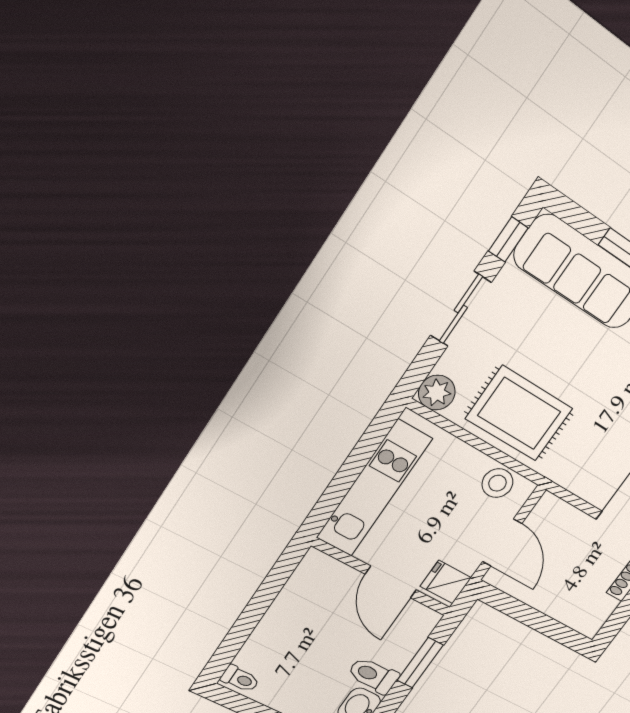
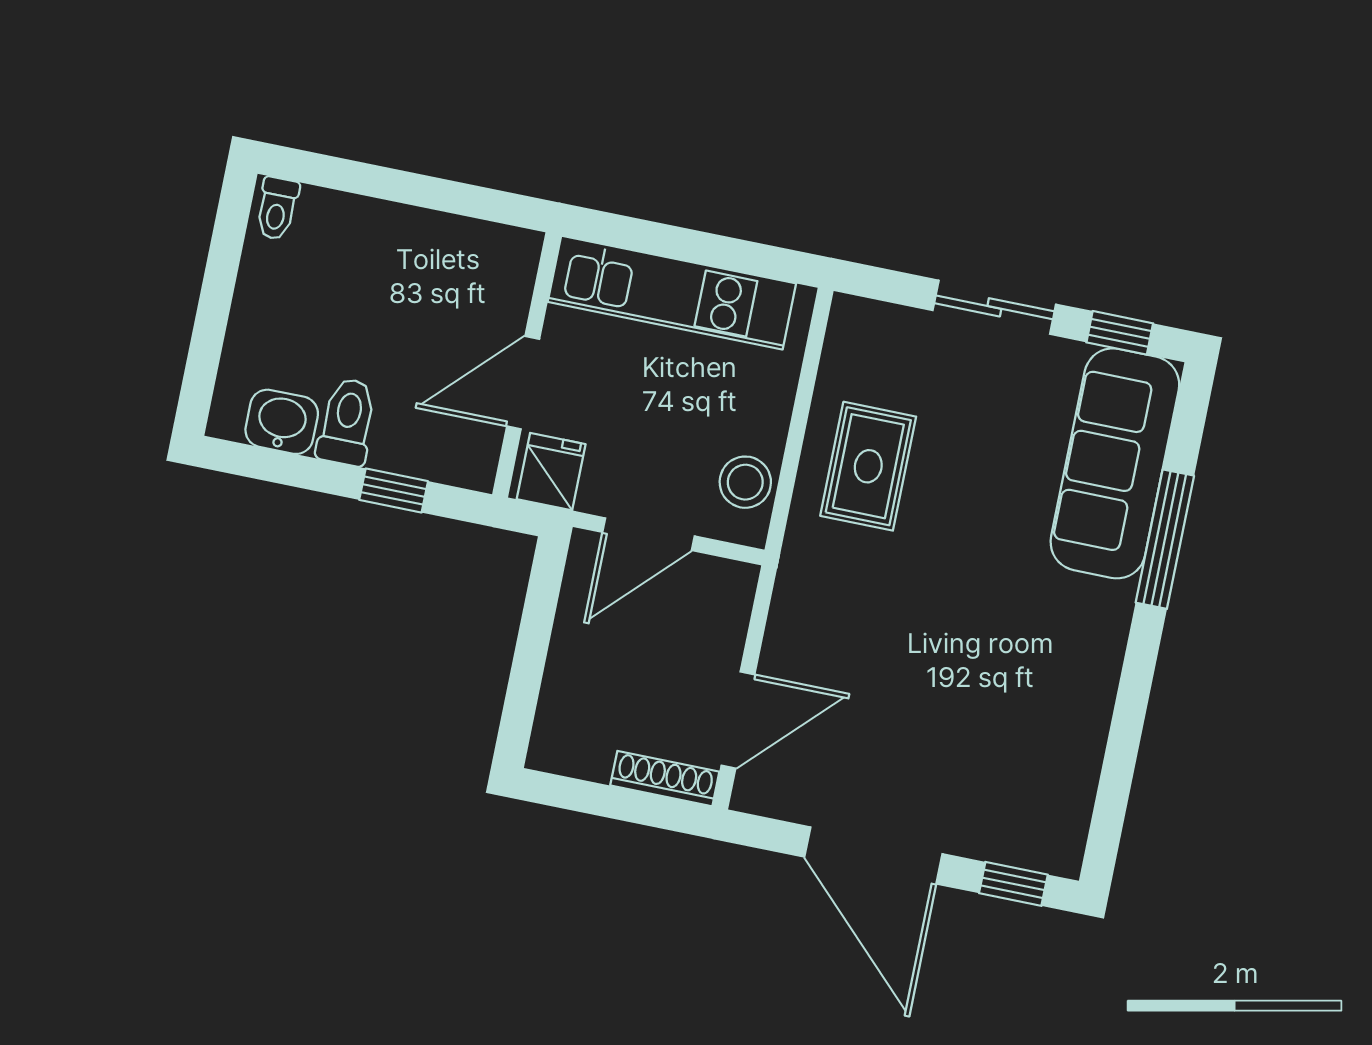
plant: (437, 393) -> (856, 325), removed
rug: (519, 414) -> (868, 466), width x0.73, depth x0.70
window: (420, 663) -> (394, 491), width x0.67

